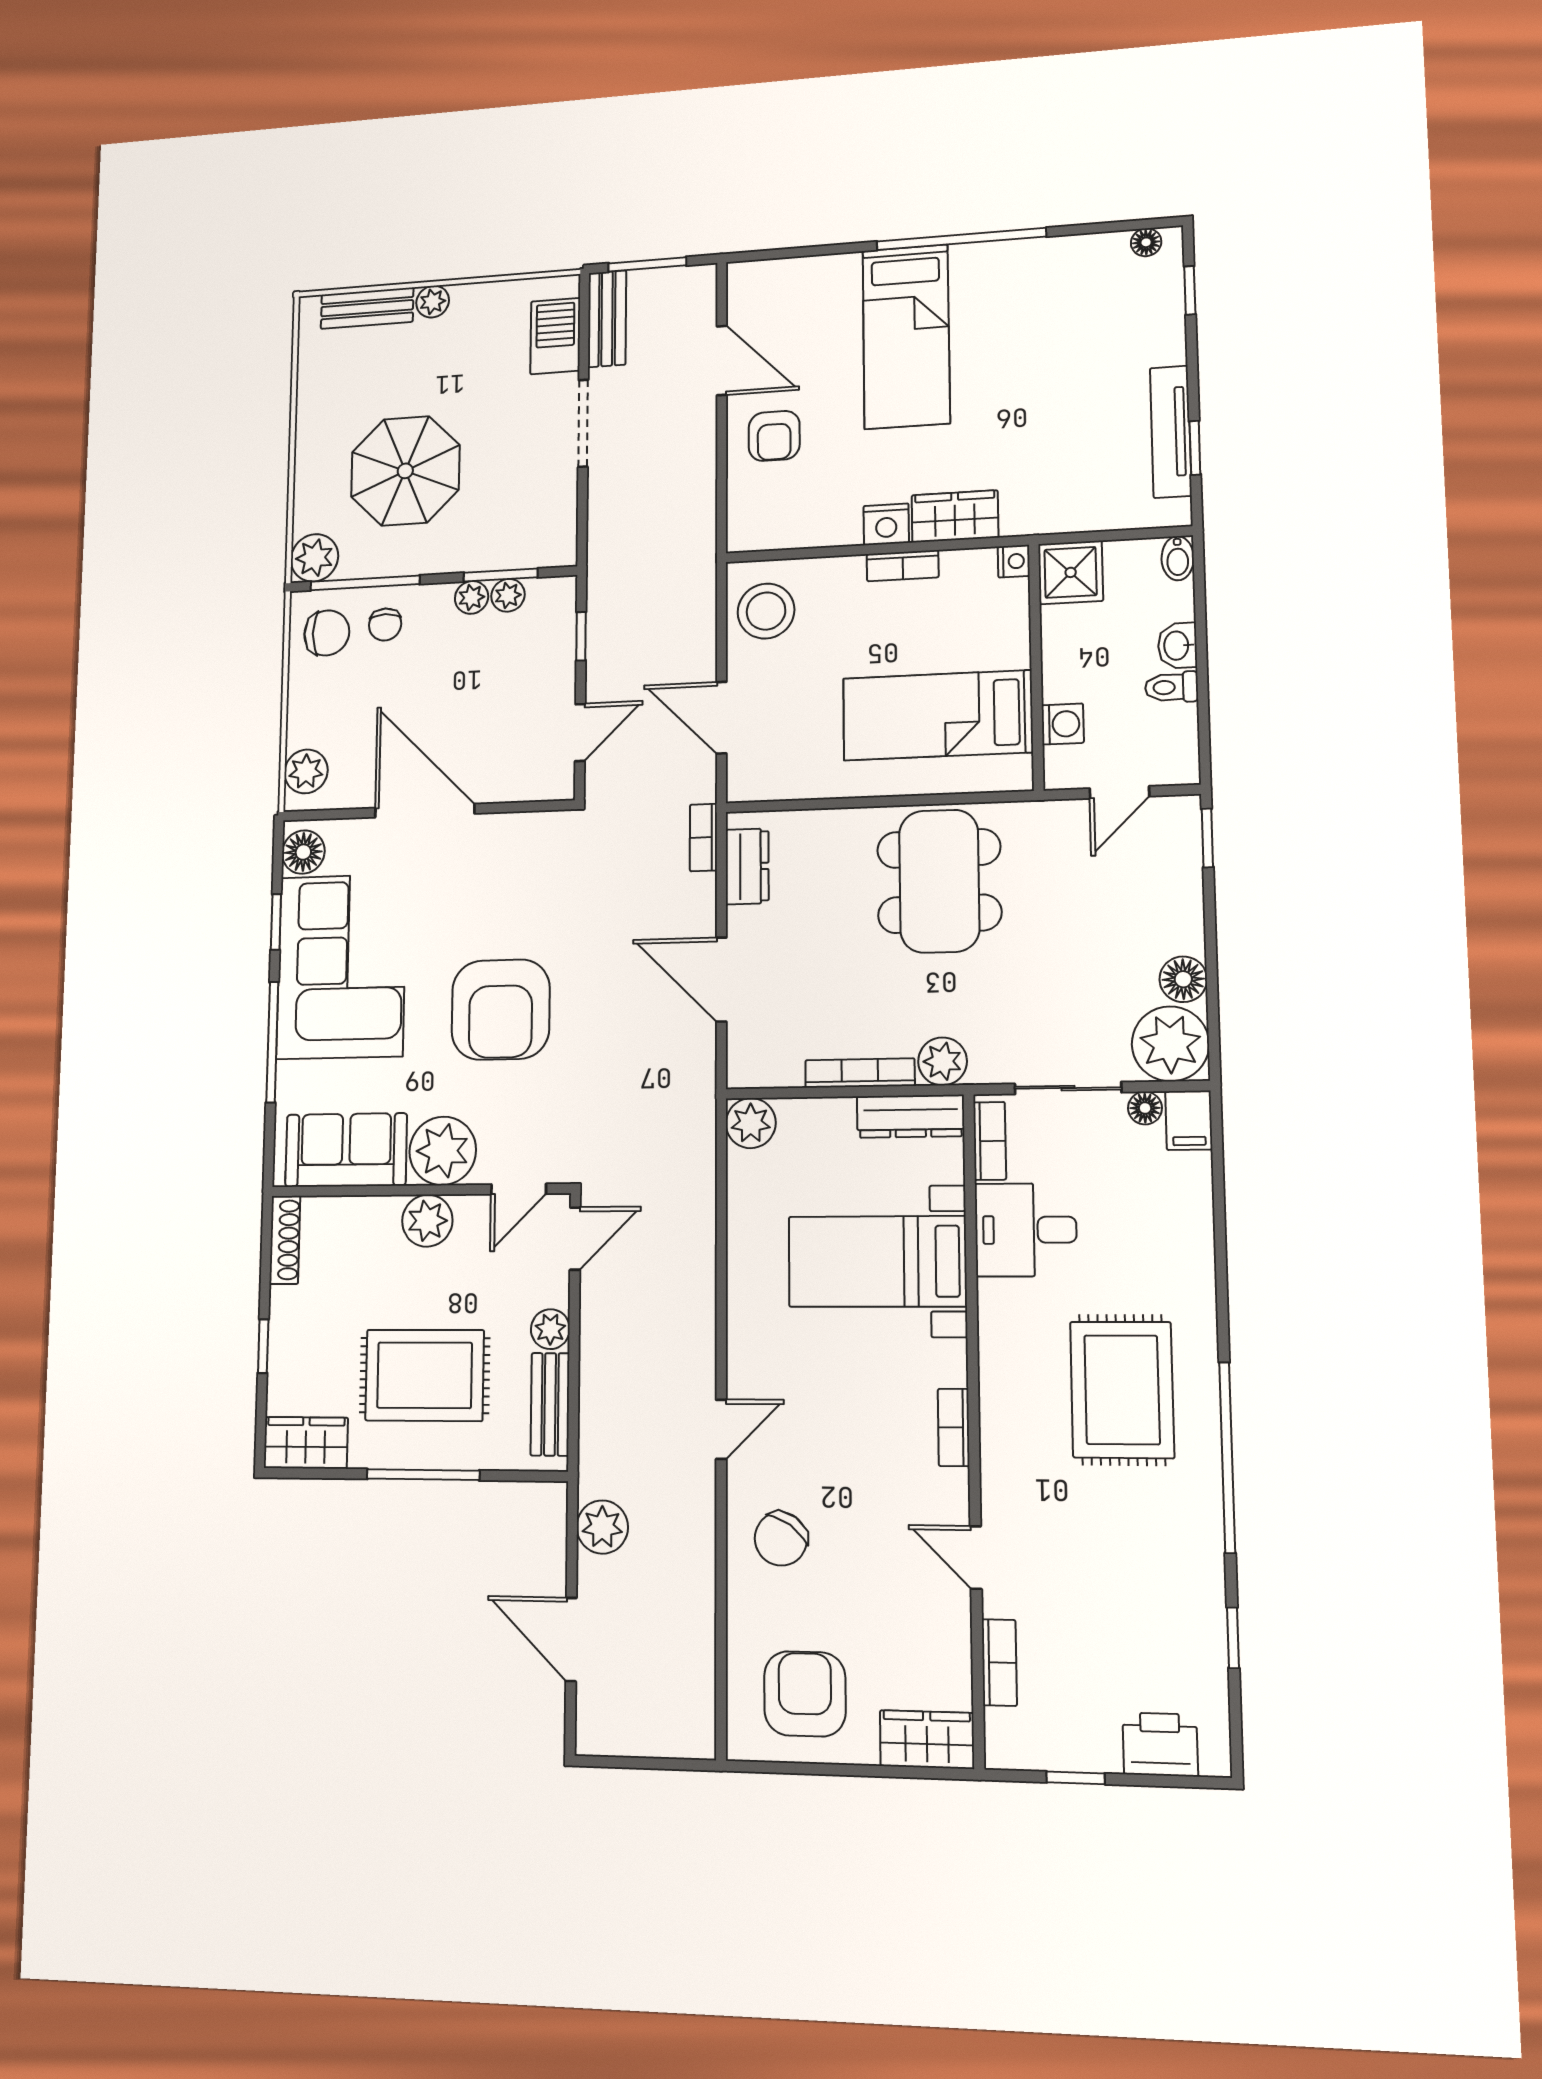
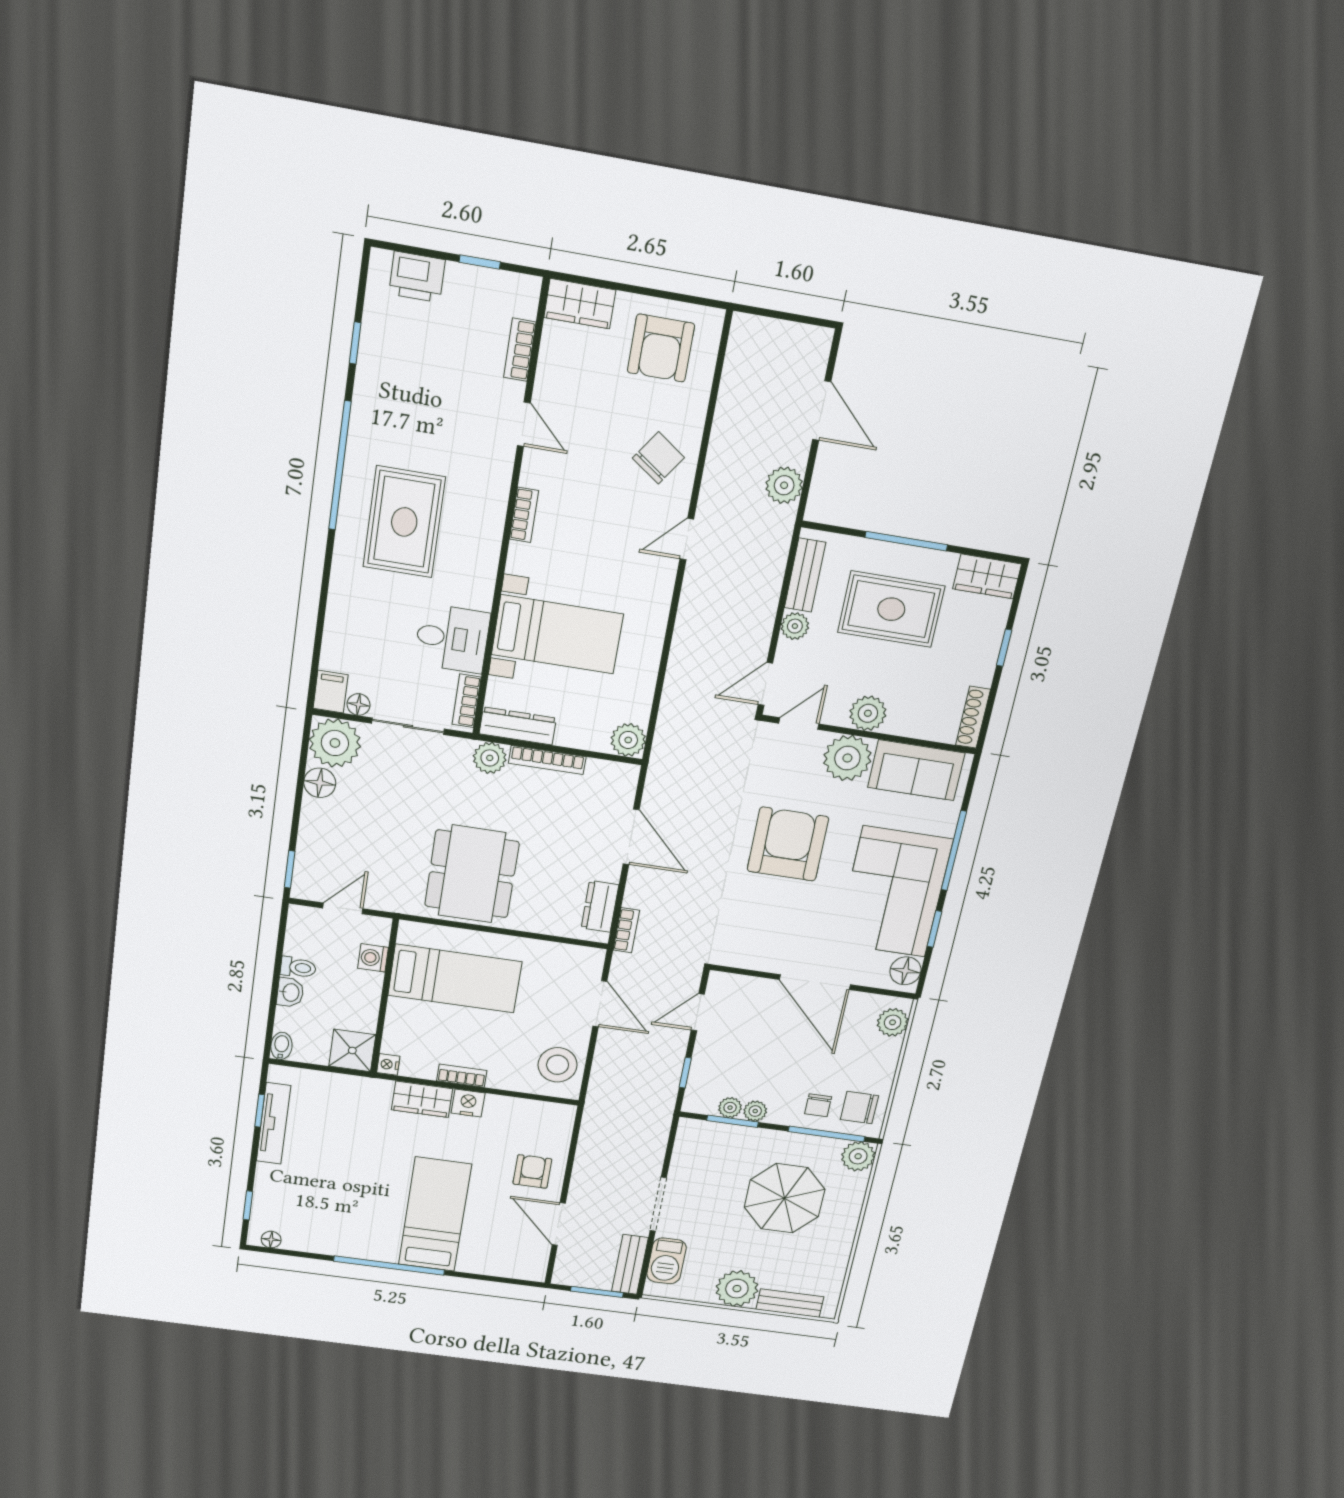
plant: (433, 302) -> (737, 1289), width x1.87, depth x1.87
chair: (385, 625) -> (818, 1105), turned 180

